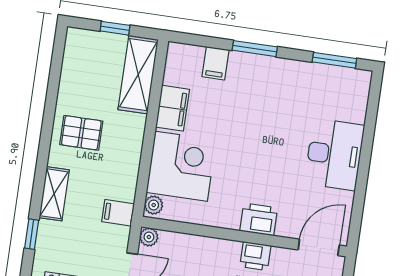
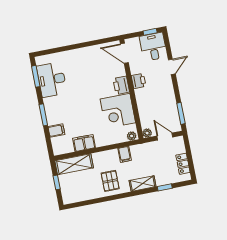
desk: (334, 154) -> (52, 80), moved, turned -90
corner desk: (181, 166) -> (118, 111), moved, turned -90
filing cabinet: (118, 213) -> (125, 154), moved

